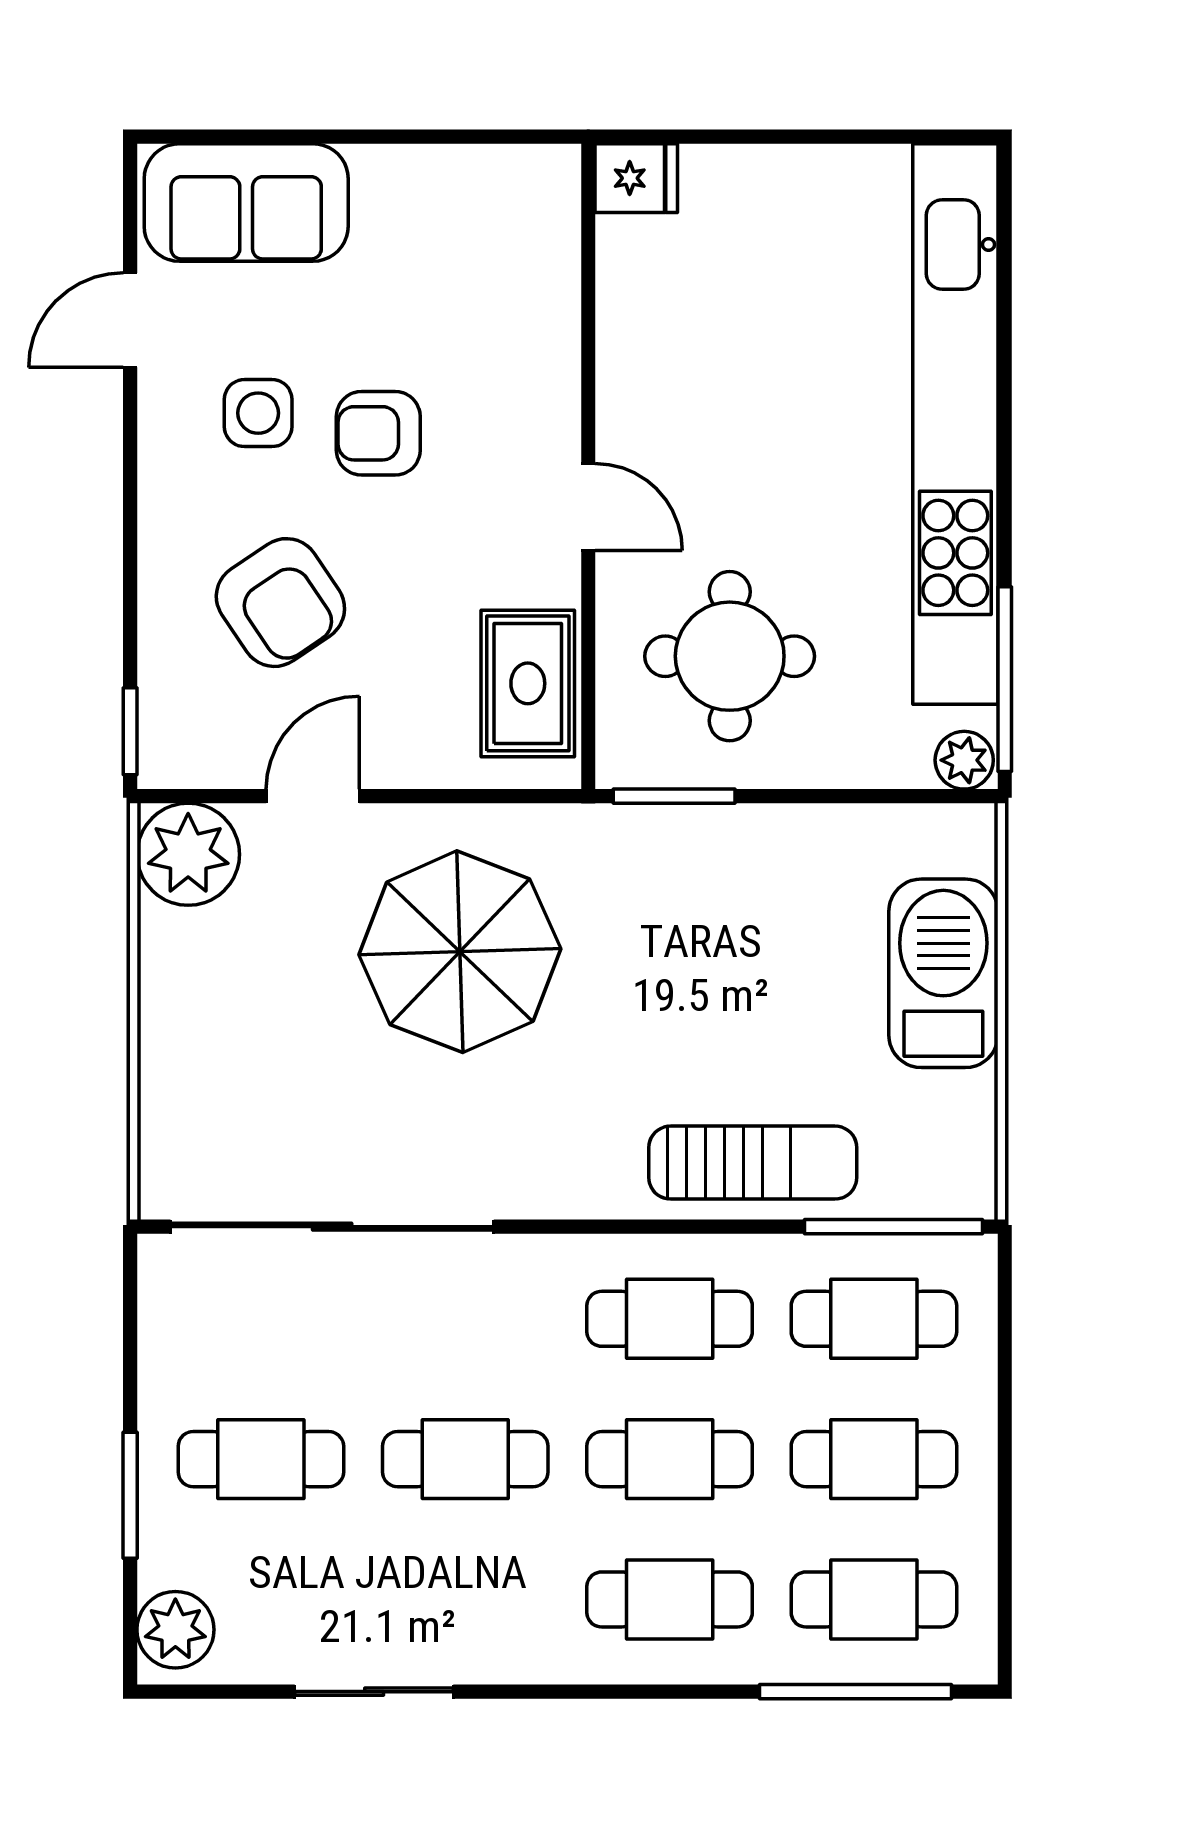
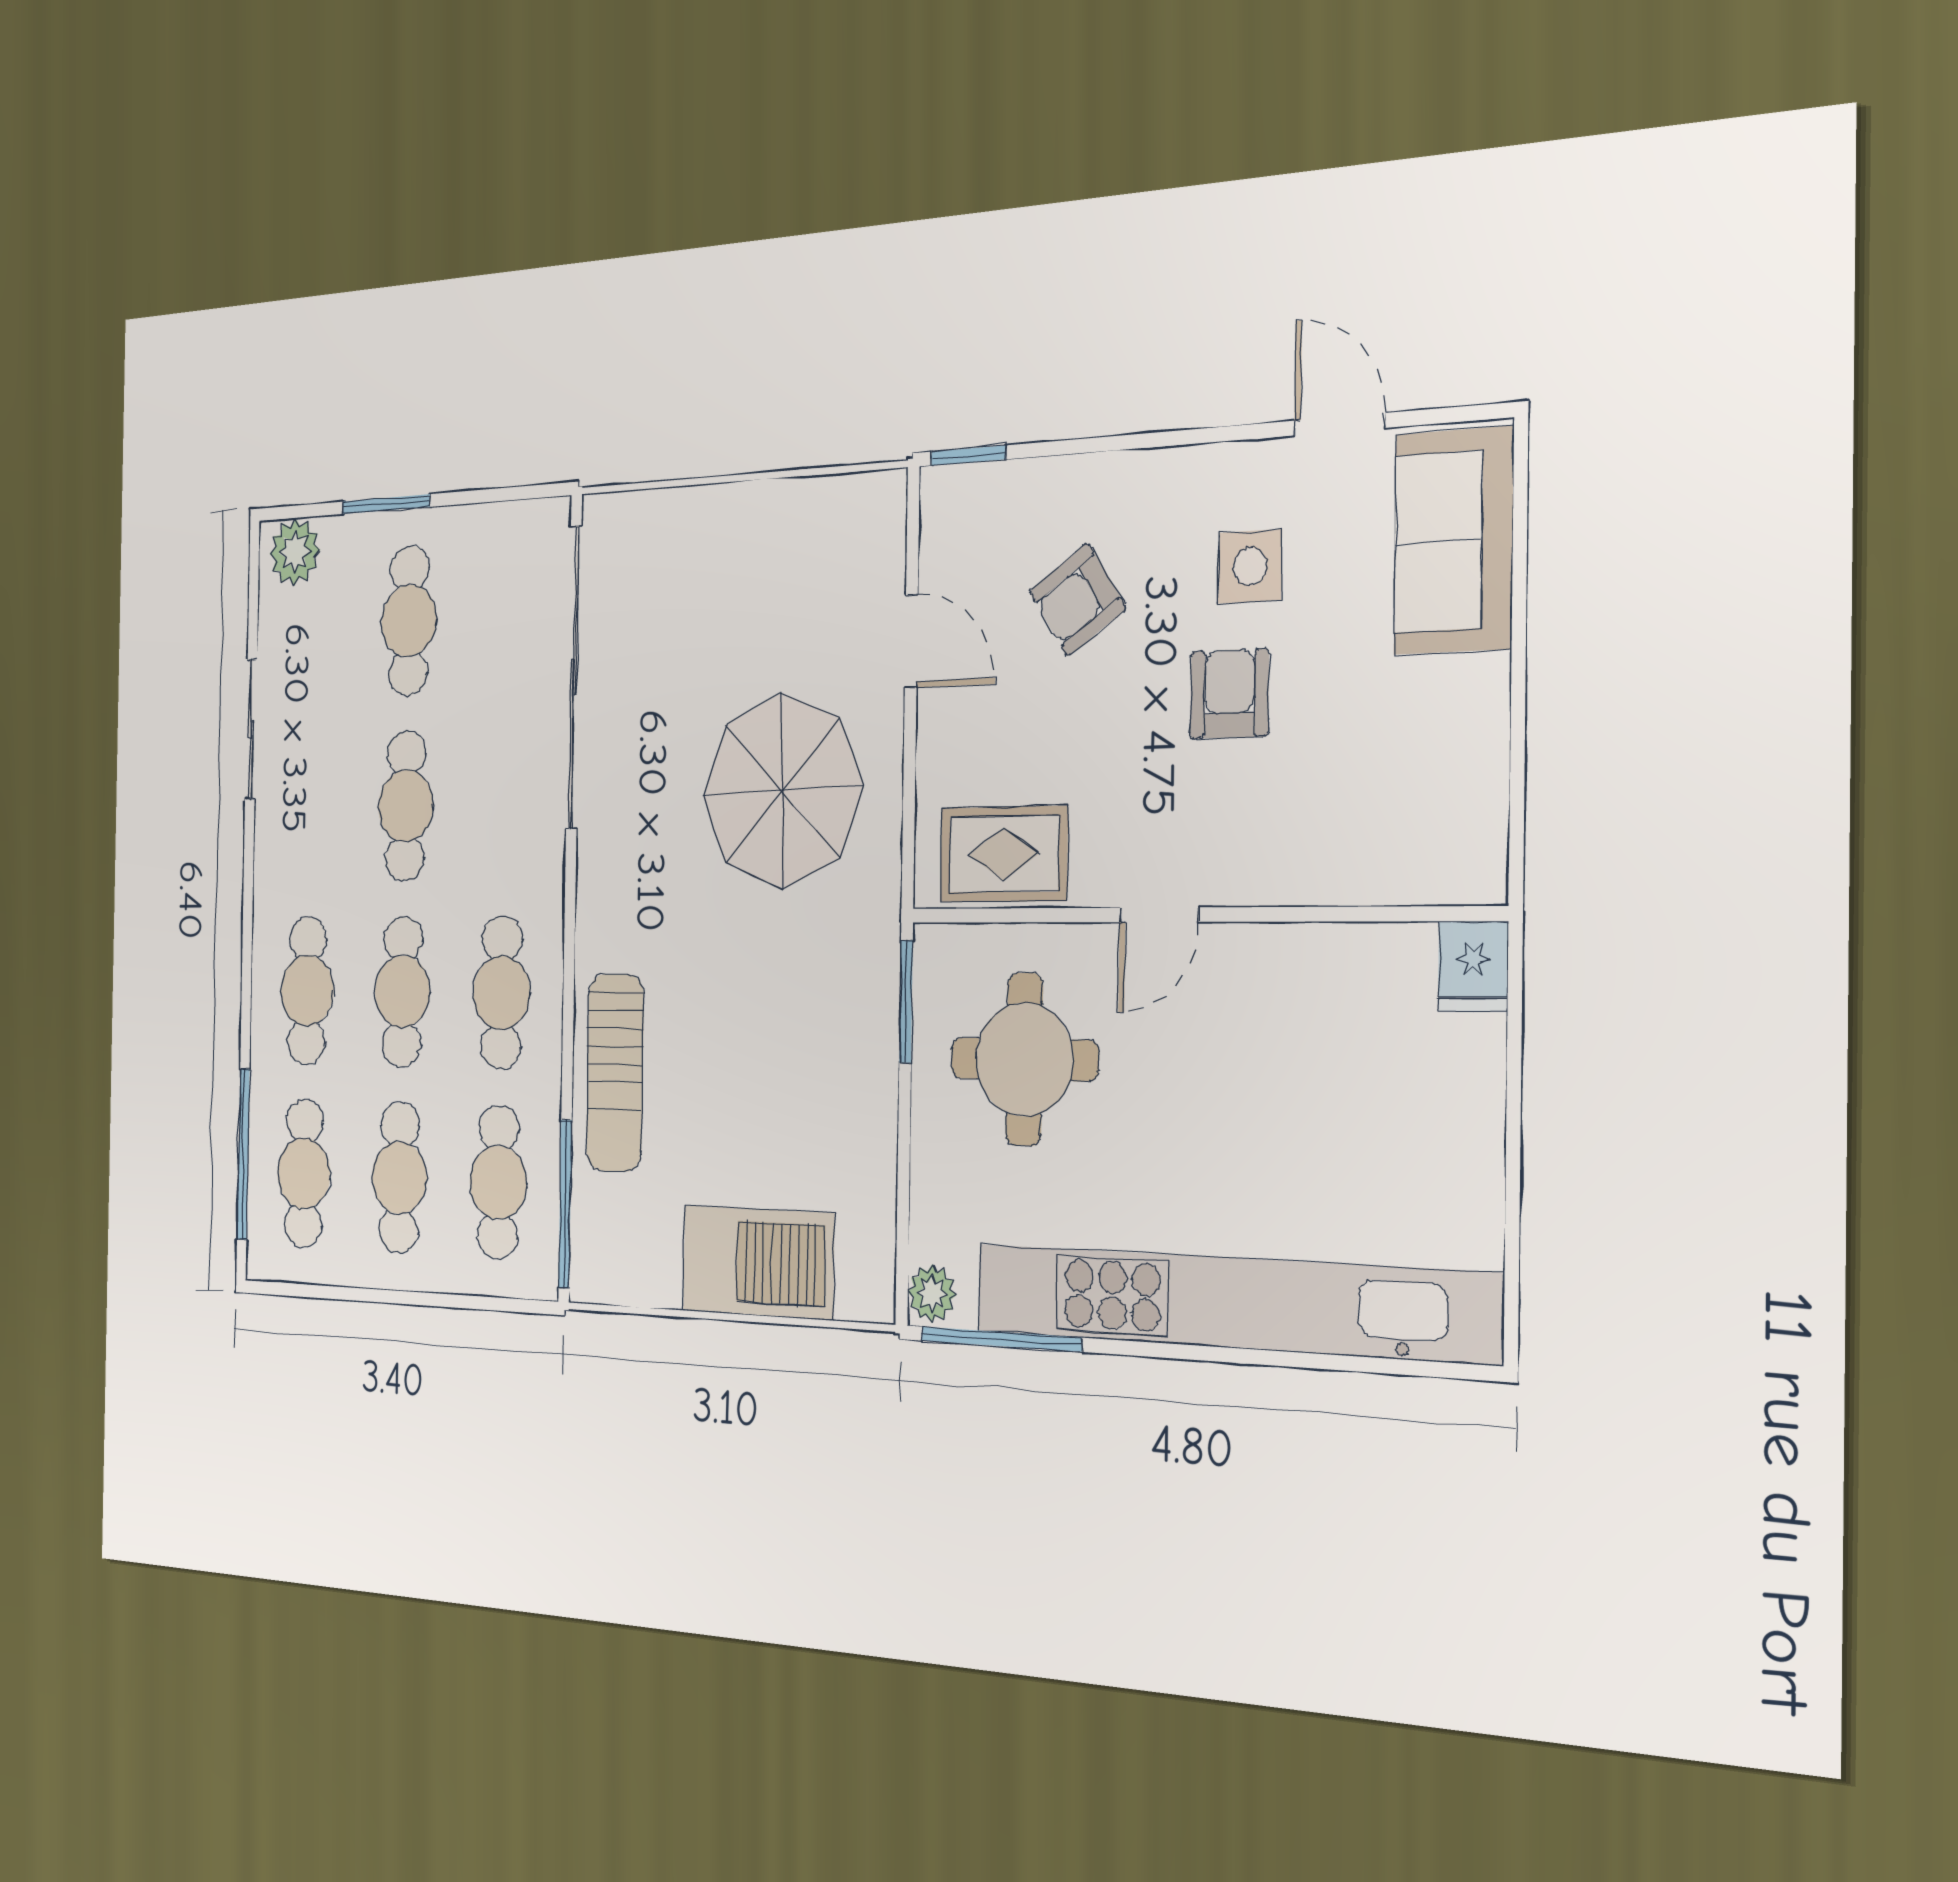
armchair: (280, 603) -> (1078, 600), width x0.72, depth x0.72
plant: (188, 854) -> (865, 521), removed

